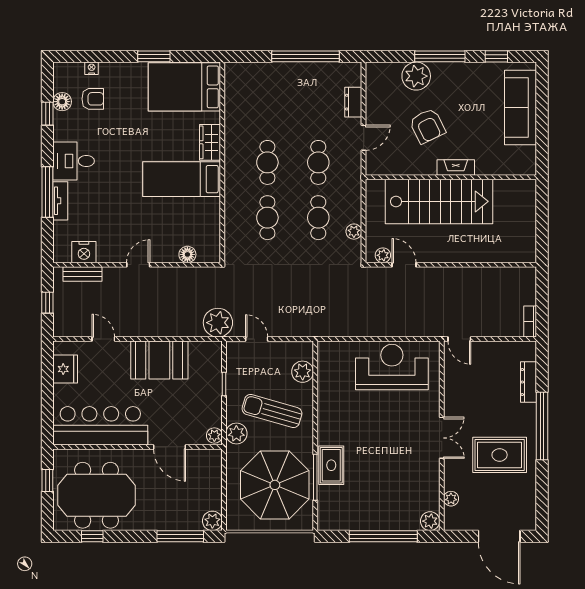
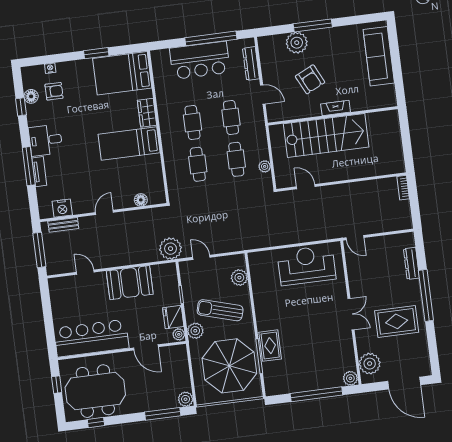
window: (496, 56) -> (355, 20), removed
bar counter: (287, 83) -> (200, 60), added
dresser: (353, 102) -> (251, 64), width x1.44
door: (364, 138) -> (263, 94), hinge flipped
plant: (383, 255) -> (289, 182), removed
window: (47, 303) -> (39, 250), width x2.17
bookcase: (530, 322) -> (403, 188), moved
fridge: (65, 369) -> (173, 317), moved, turned 180
plant: (451, 499) -> (370, 364), width x1.88, depth x1.88

